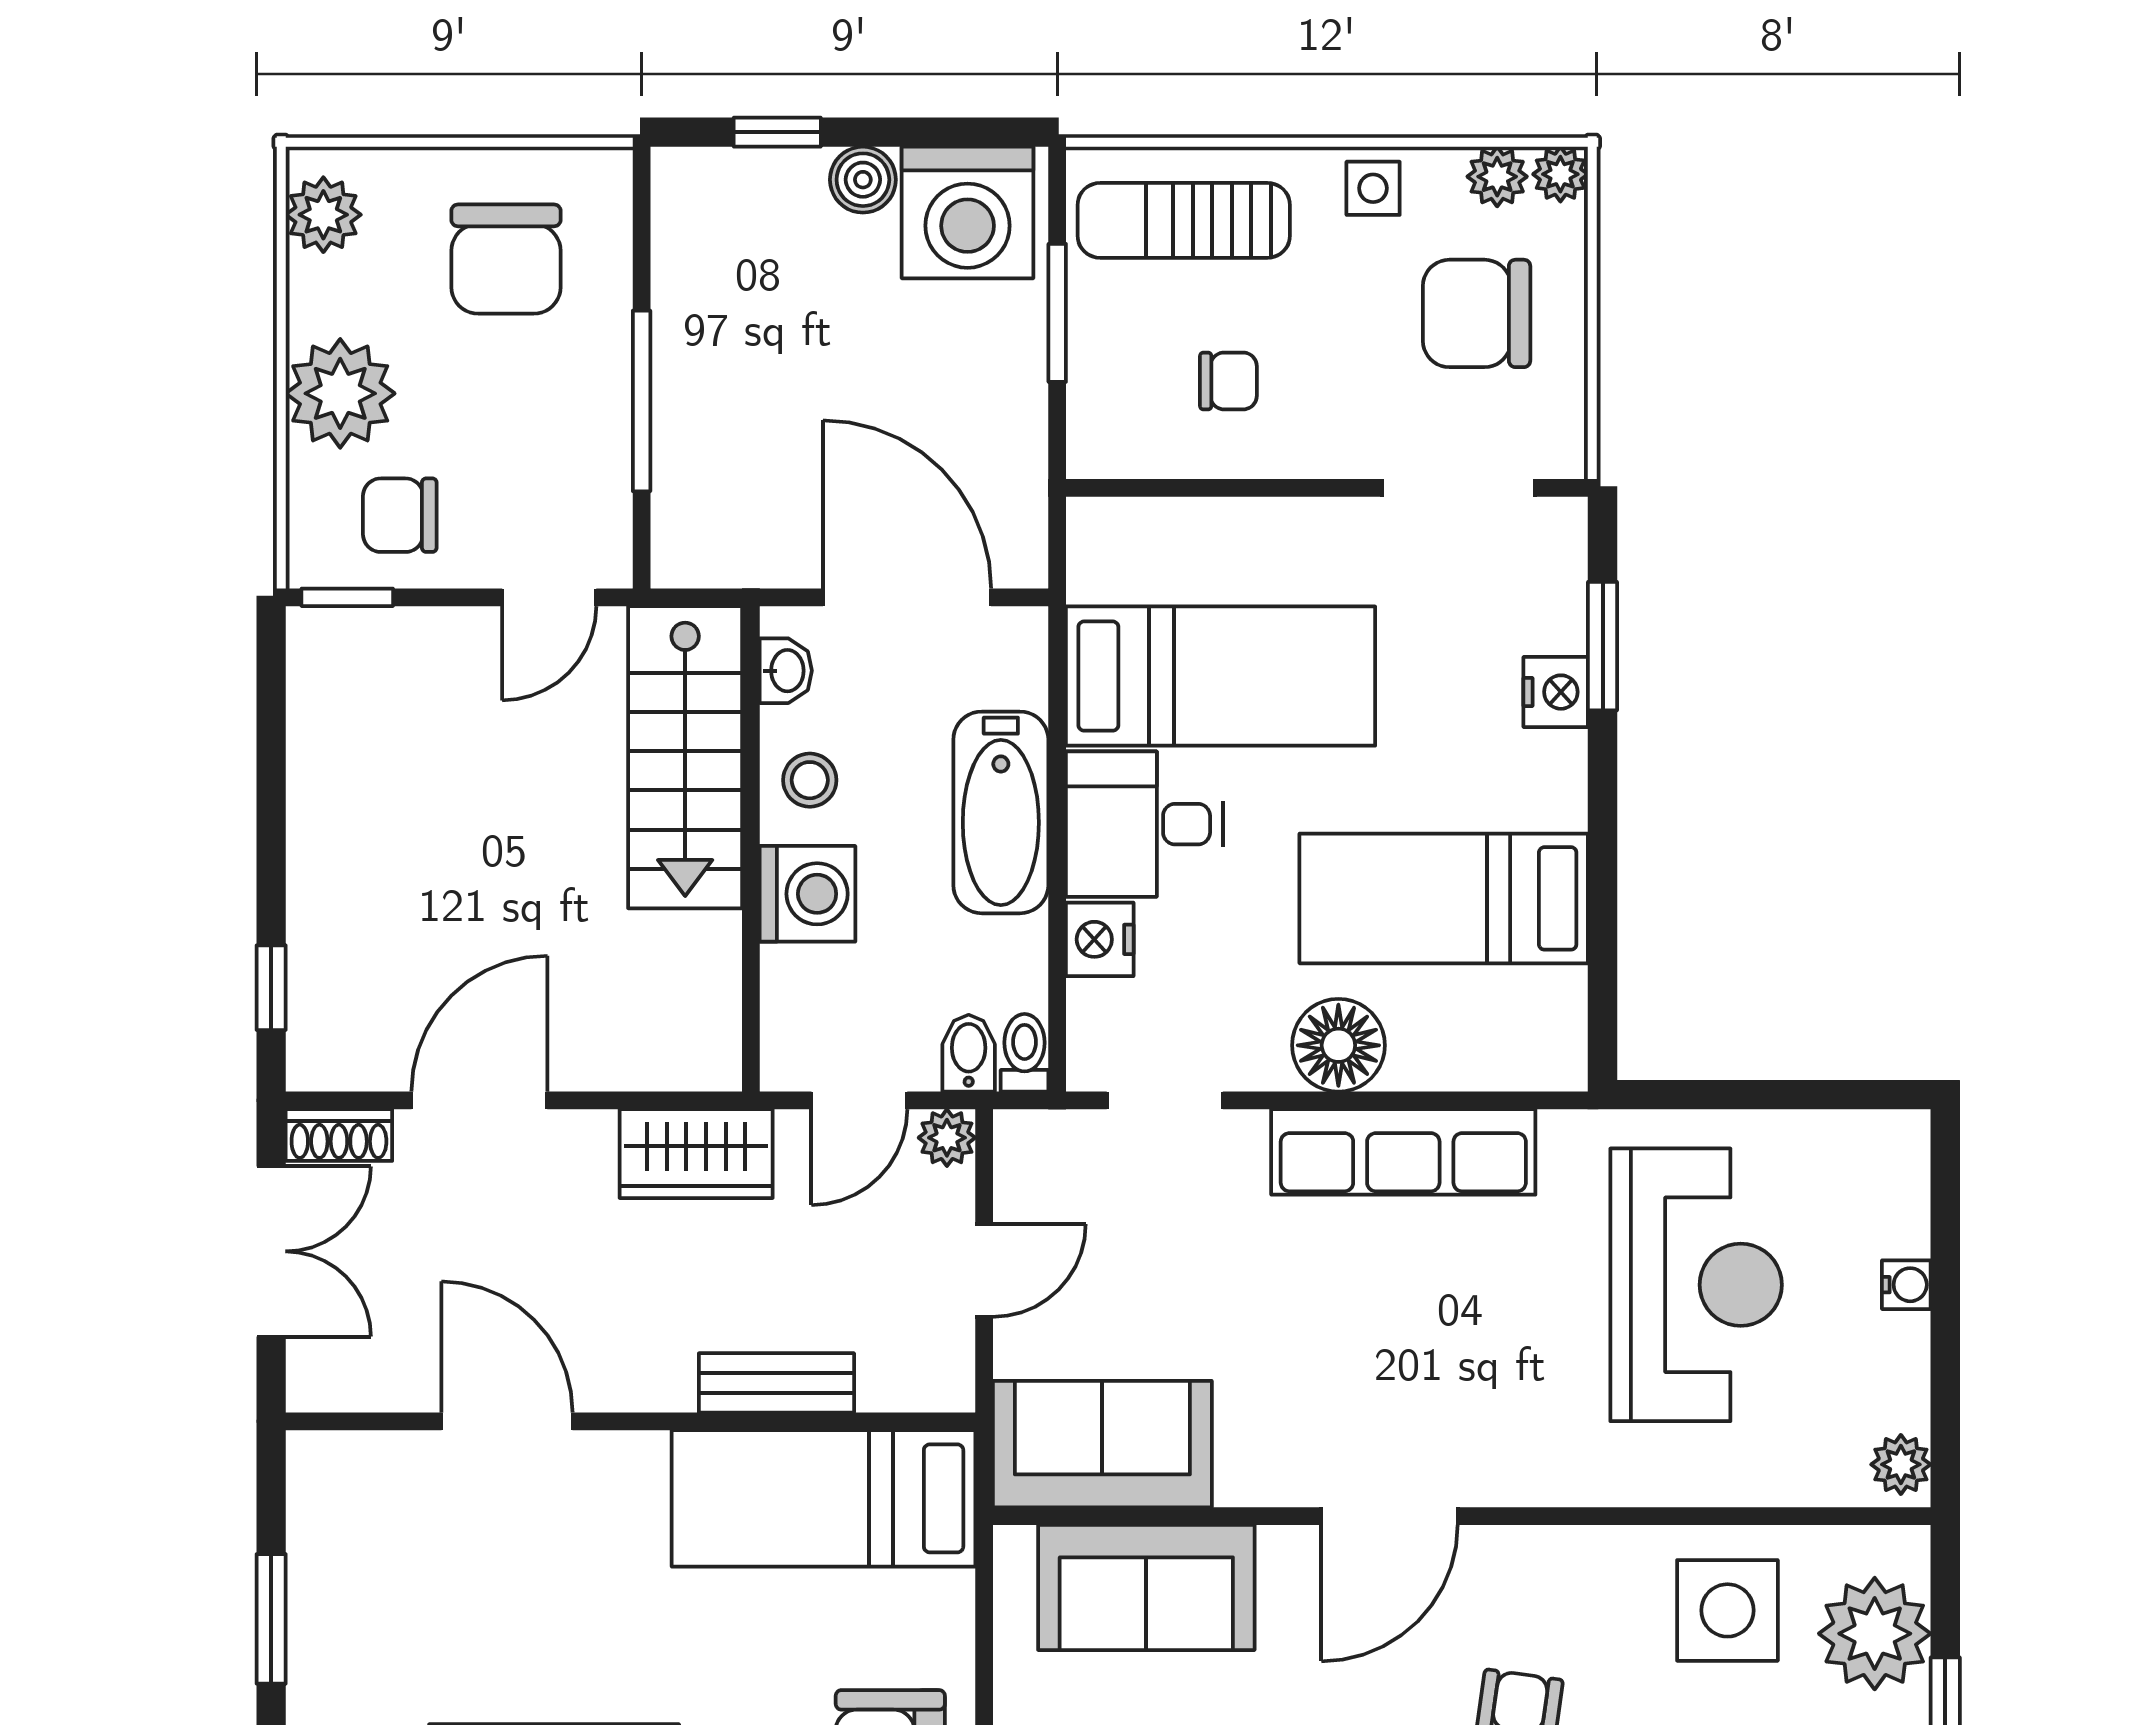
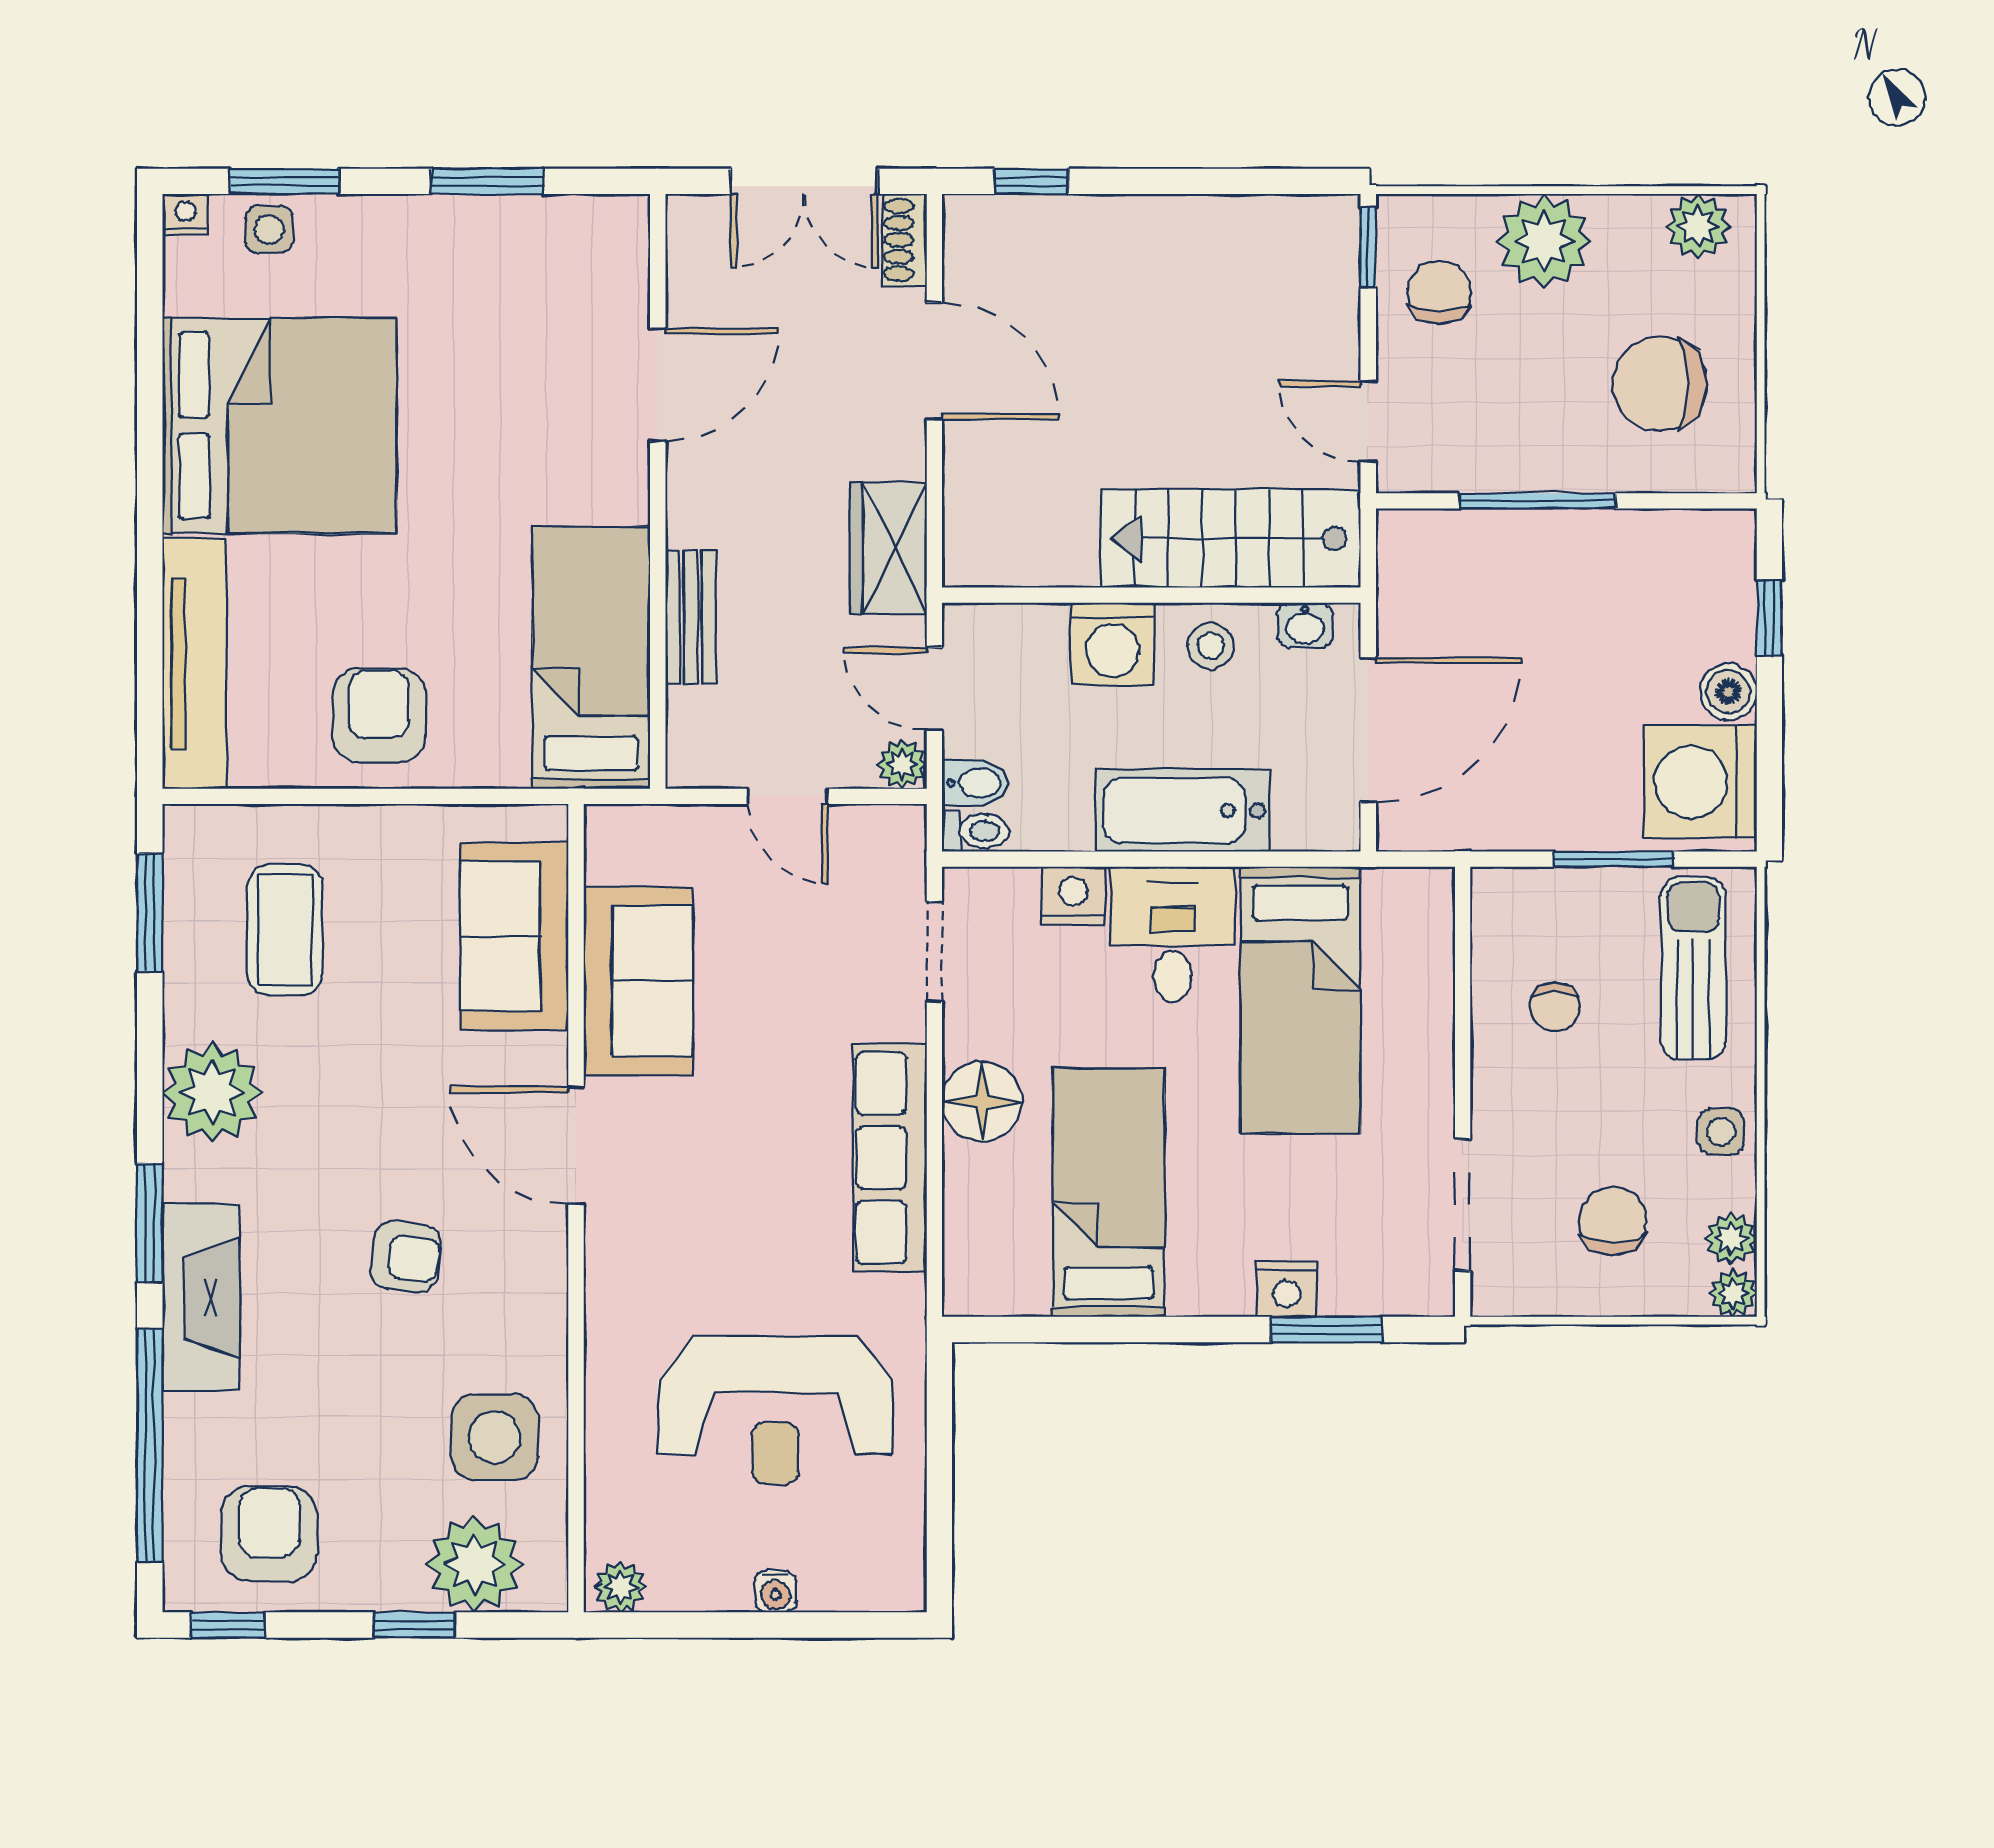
chair: (1477, 313) -> (1613, 1221), width x0.73, depth x0.73
sofa: (1102, 1444) -> (638, 981), moved

